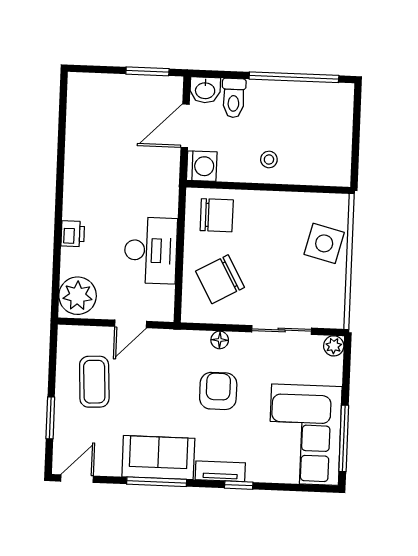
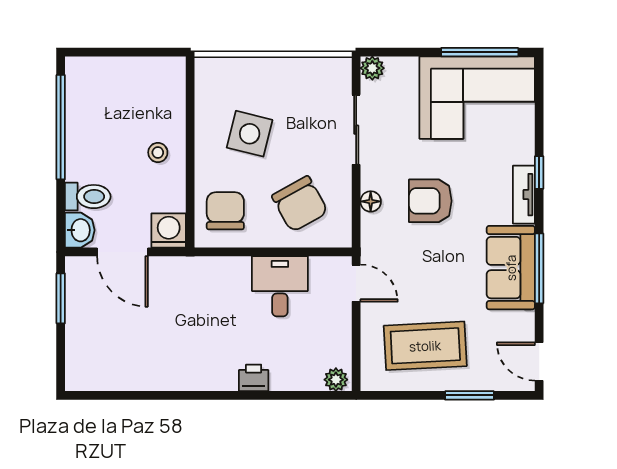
side table: (324, 243) -> (250, 134), moved
desk: (151, 250) -> (280, 286), width x0.73
plant: (78, 296) -> (336, 380), width x0.53, depth x0.53
door: (131, 324) -> (356, 283), moved
coffee table: (94, 382) -> (425, 346), width x1.36, depth x1.32

